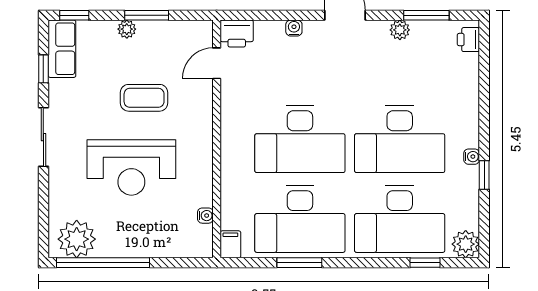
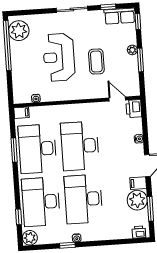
plant: (400, 30) -> (137, 200), width x1.88, depth x1.88
filing cabinet: (377, 35) -> (138, 183), added

